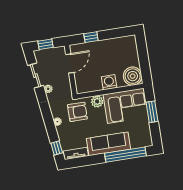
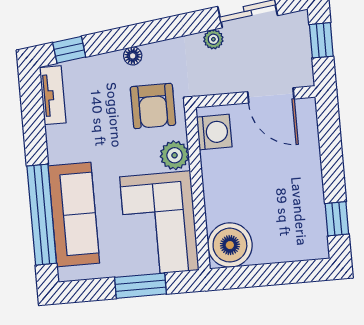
window: (91, 37) -> (337, 219), moved
washing machine: (109, 82) -> (214, 132), moved
sofa: (108, 144) -> (74, 214), moved

